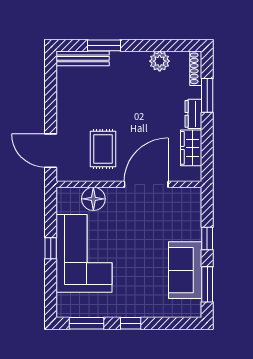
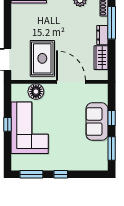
window: (207, 95) -> (112, 23), width x1.44
rug: (103, 149) -> (42, 58), width x1.36, depth x1.43
door: (146, 184) -> (71, 82), hinge flipped
sofa: (185, 270) -> (97, 122), moved

